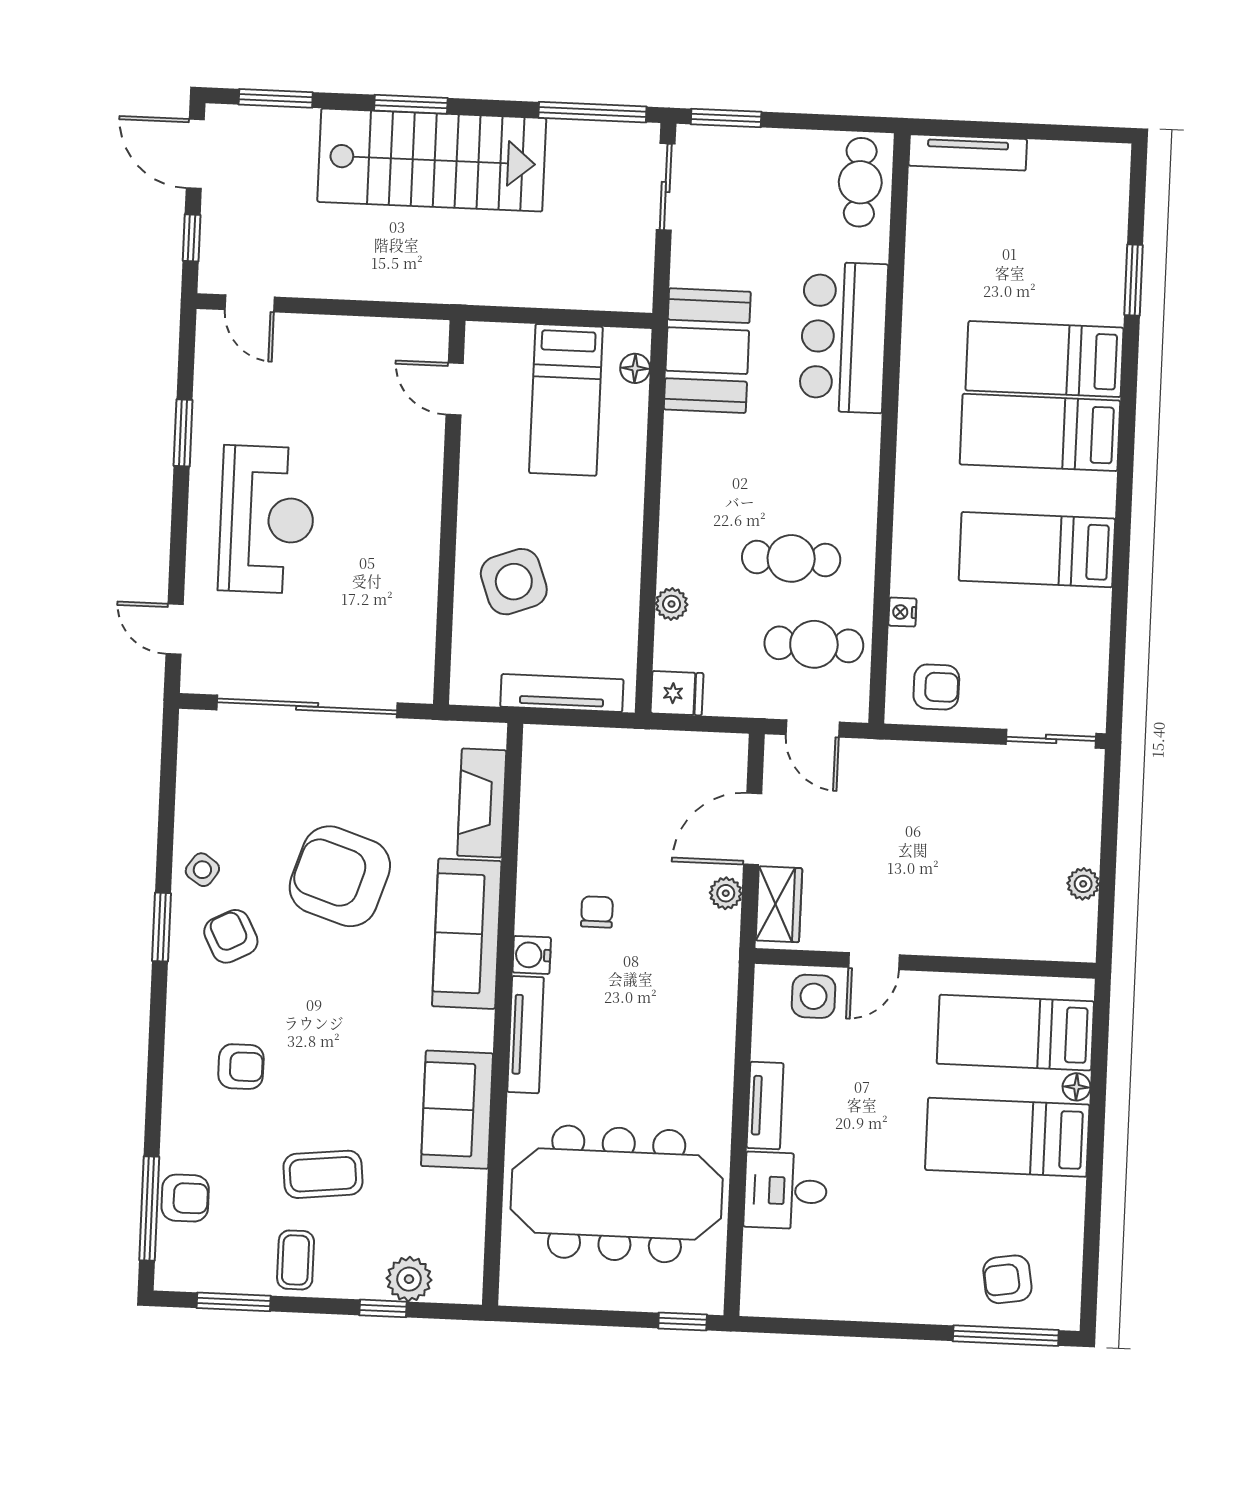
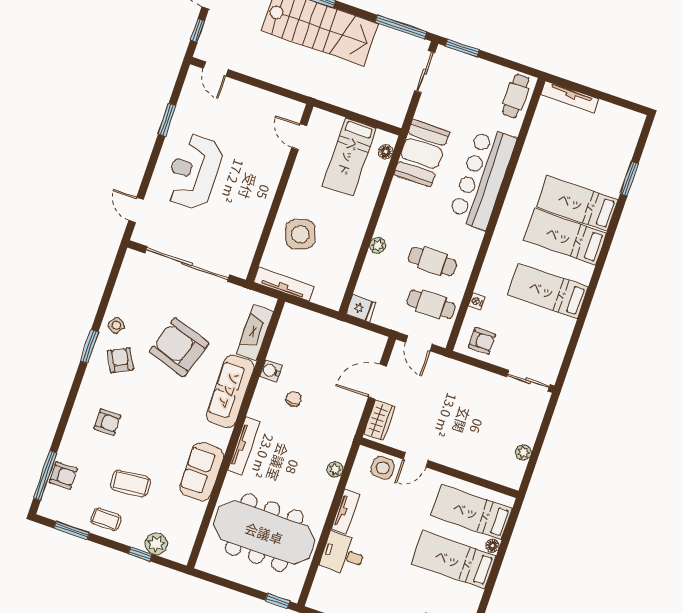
bar counter: (844, 337) -> (483, 178), width x1.36
reception desk: (267, 519) -> (194, 172), turned 180
plant: (672, 604) -> (378, 245), moved
tv unit: (562, 693) -> (284, 284), moved
plant: (726, 893) -> (335, 469), moved
water cooler: (532, 955) -> (271, 371), moved
coffee table: (296, 1260) -> (106, 519), turned 90

